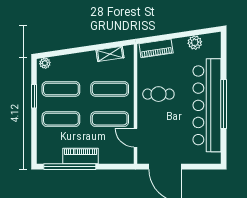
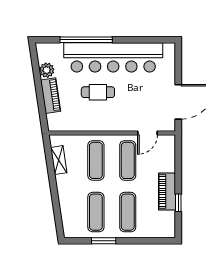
piano: (156, 48) -> (51, 96), moved
plant: (45, 63) -> (68, 229), removed
cafe table: (158, 94) -> (98, 92), moved, turned 90
window: (224, 104) -> (86, 40), moved
window: (70, 167) -> (178, 203), width x0.32

